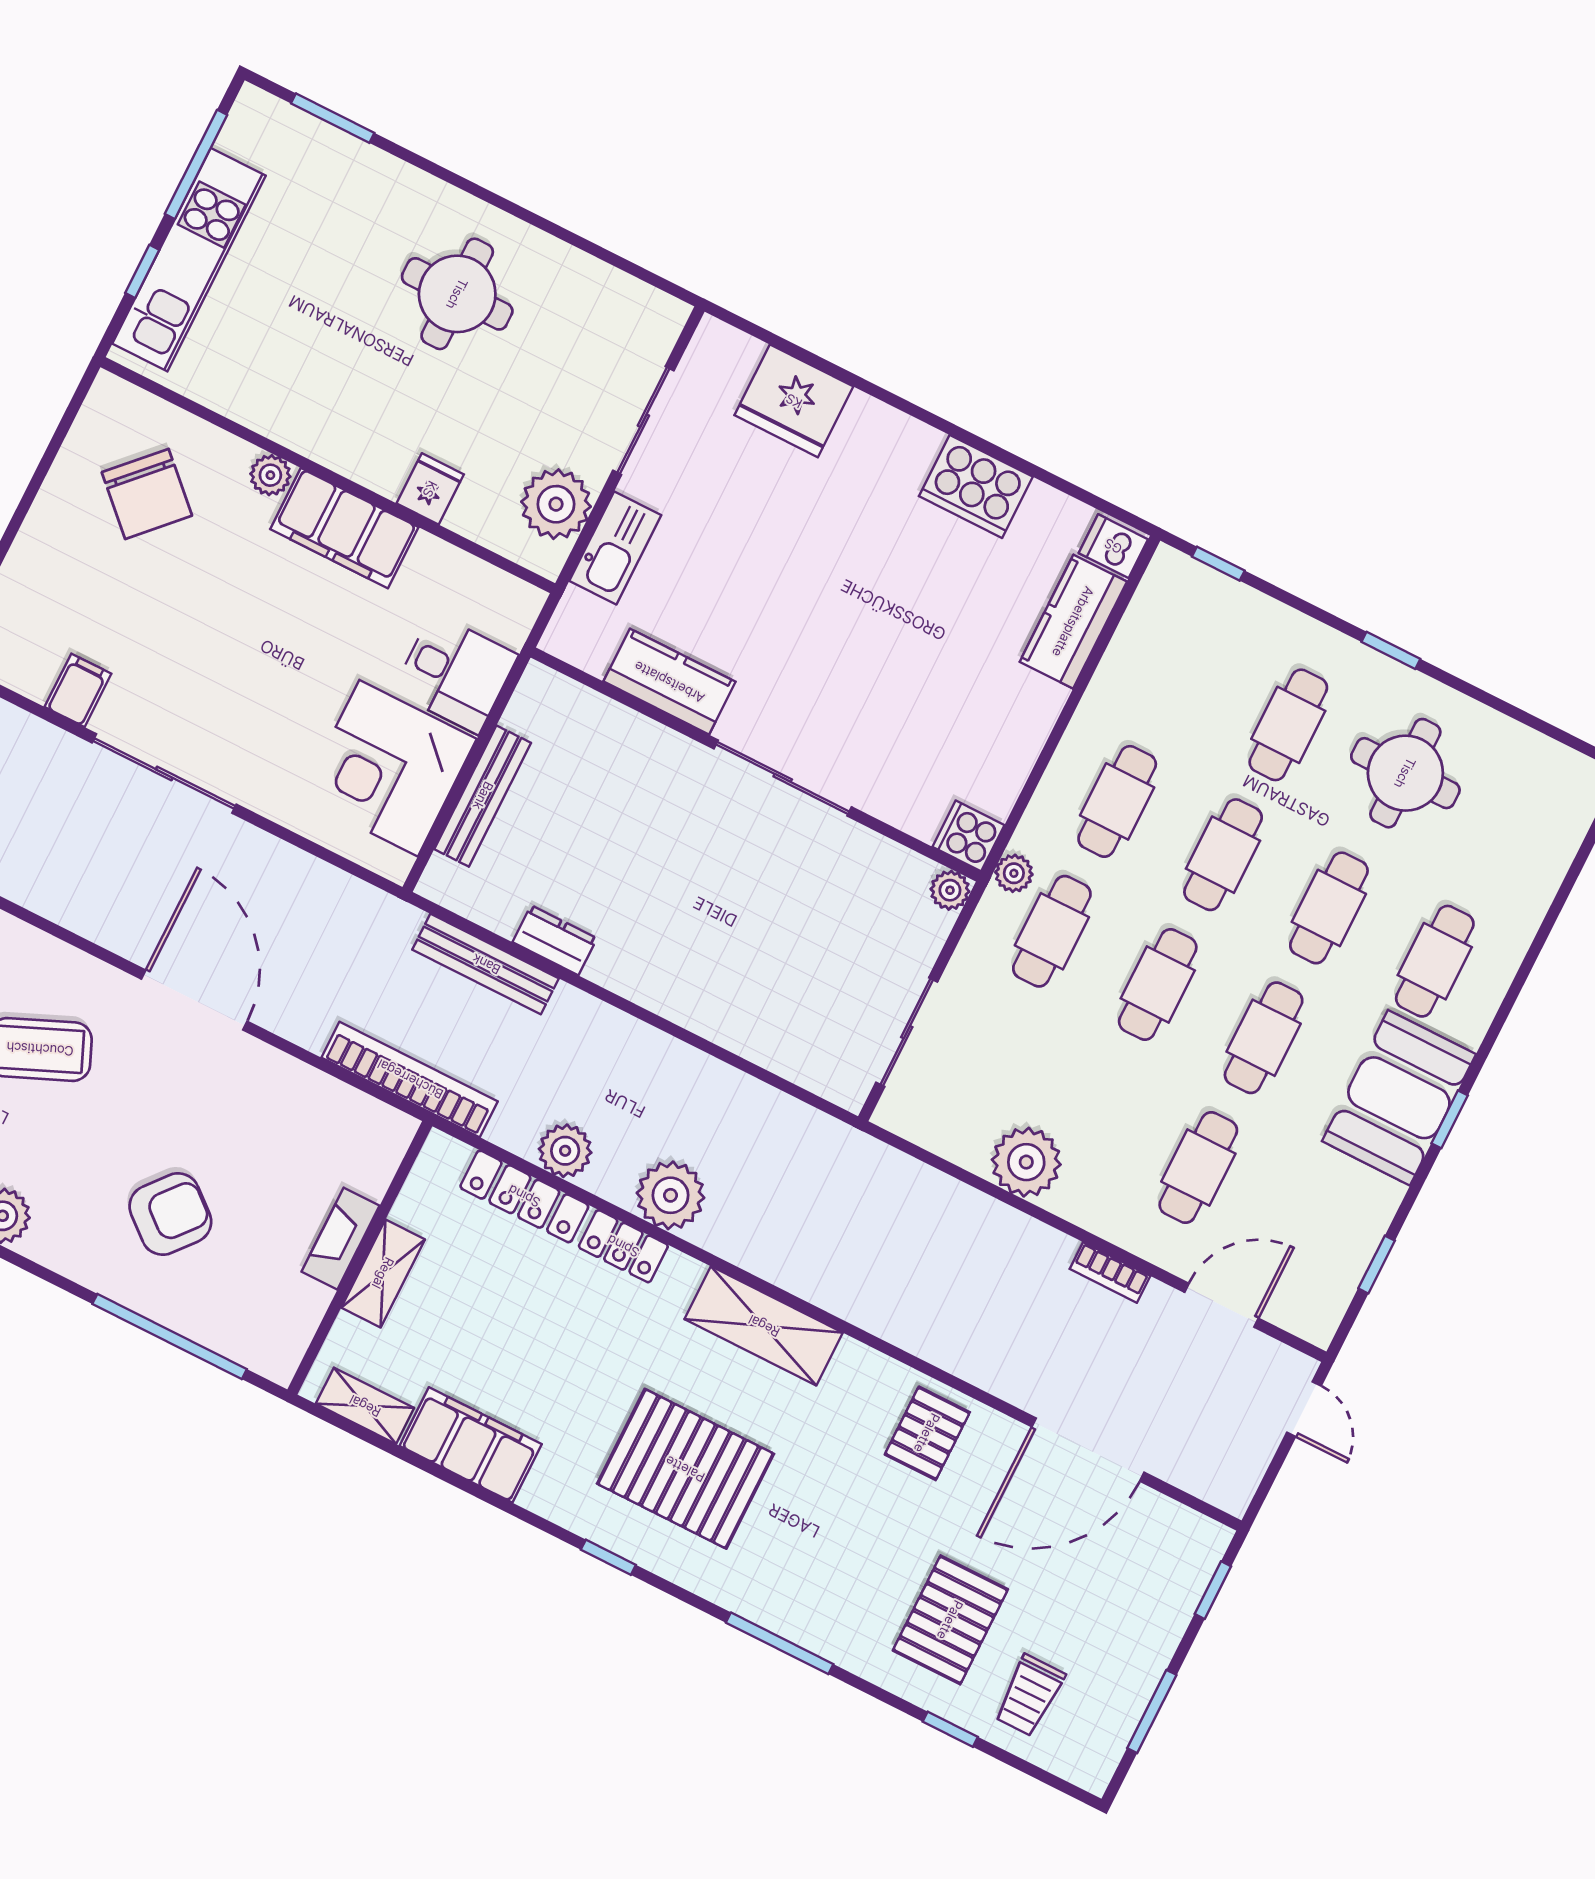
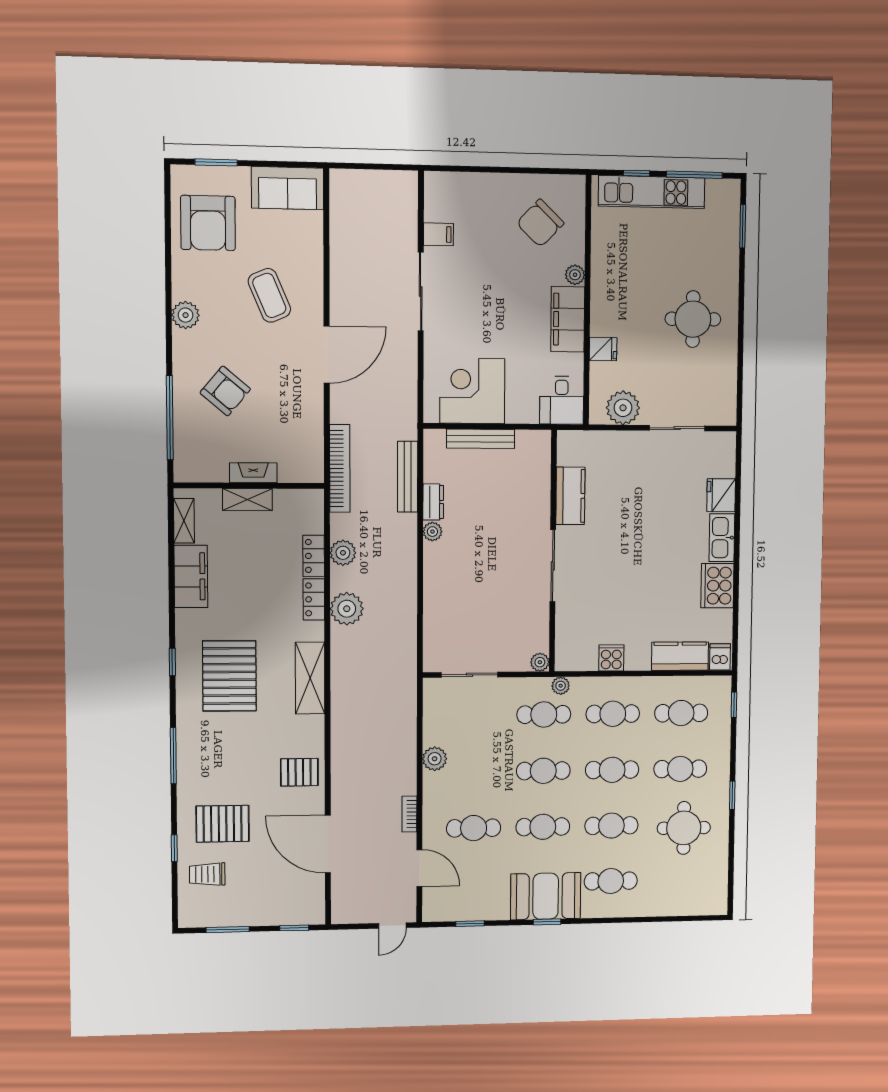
fridge: (794, 401) -> (721, 495), width x0.73, depth x0.75
kitchen sink: (615, 548) -> (722, 538), moved, turned 90
cafe table: (1182, 672) -> (681, 713), added
desk: (455, 673) -> (562, 400), moved
cooker: (968, 836) -> (611, 658), moved
plant: (608, 968) -> (432, 532), added
plant: (1026, 1162) -> (435, 759), width x0.73, depth x0.73
locker: (524, 1196) -> (314, 556), width x0.66

